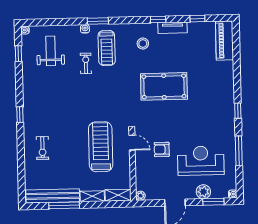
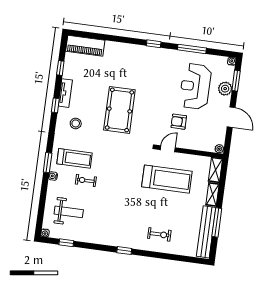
weight bench: (51, 51) -> (69, 212), turned 180
treadmill: (101, 147) -> (167, 179), turned 180
armchair: (162, 149) -> (179, 122), turned 90

